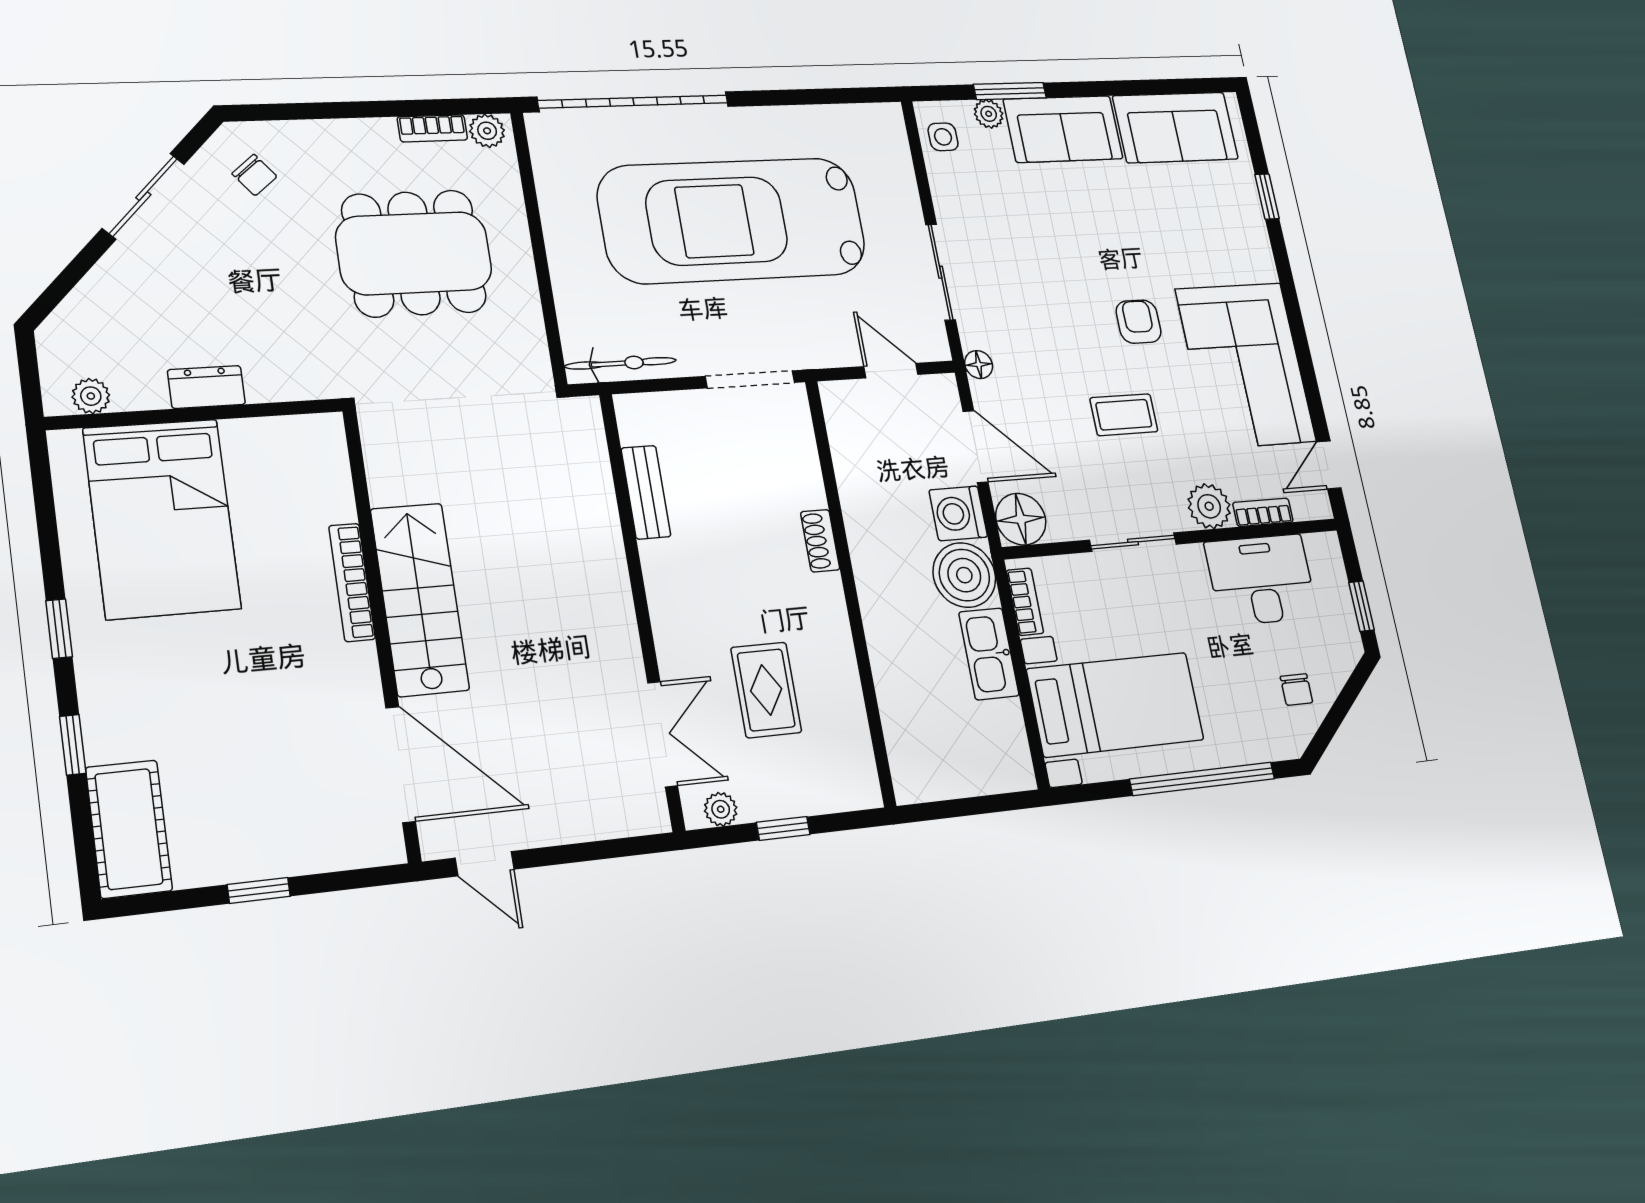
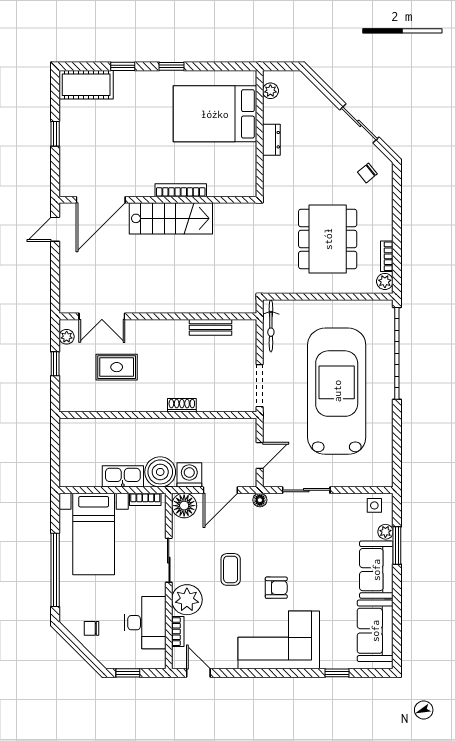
corner sofa: (1246, 365) -> (279, 640), moved
plant: (1209, 506) -> (187, 600), width x1.36, depth x1.36

